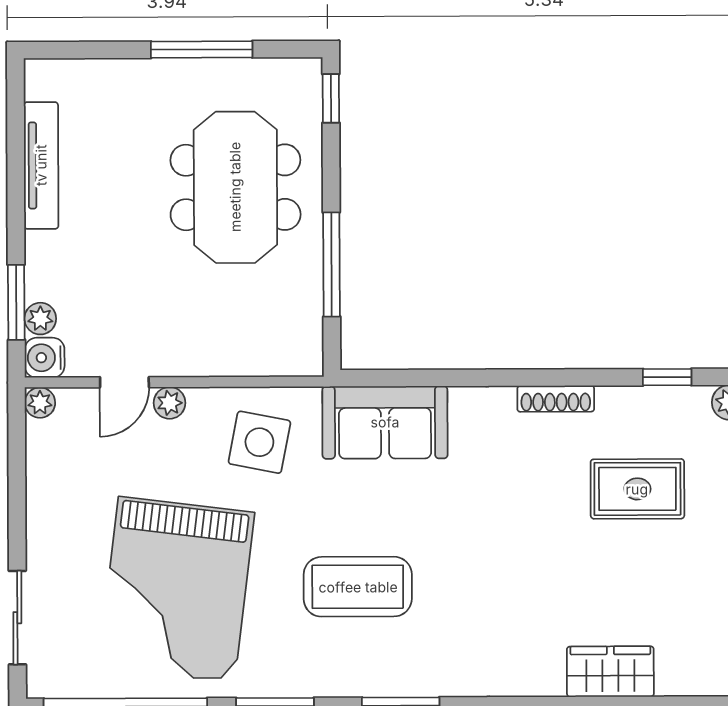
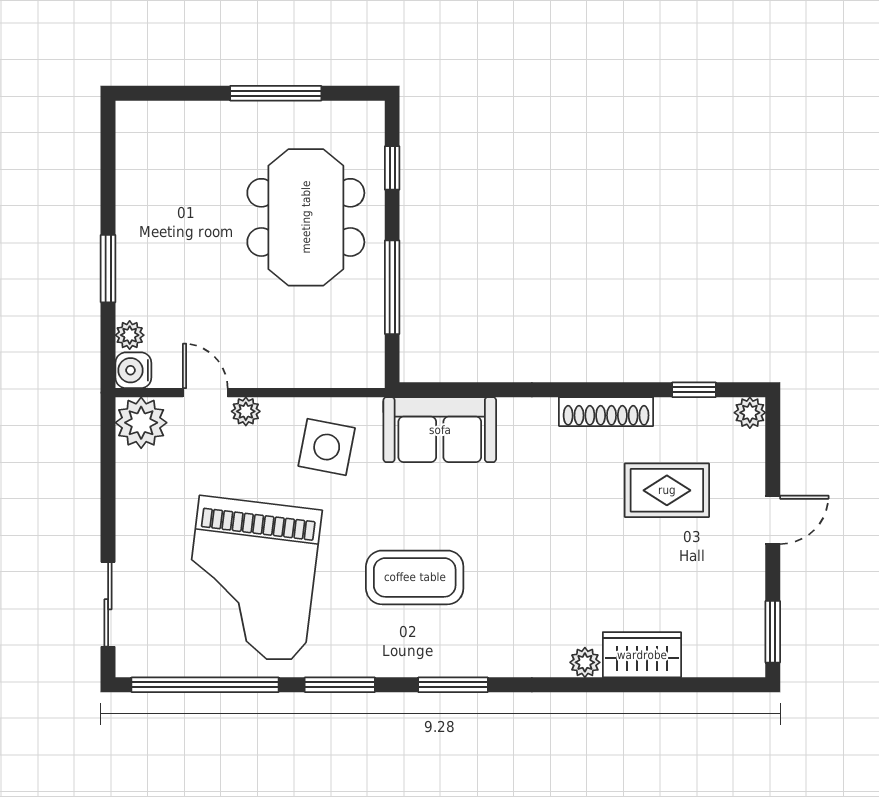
window: (331, 98) -> (392, 168), moved
tv unit: (41, 165) -> (131, 197), removed
window: (16, 302) -> (108, 269), moved
door: (124, 382) -> (205, 393), swing flipped
shoe rack: (556, 399) -> (606, 412), width x1.36, depth x1.24
plant: (40, 403) -> (141, 423), width x1.88, depth x1.88
plant: (547, 680) -> (585, 662), added

